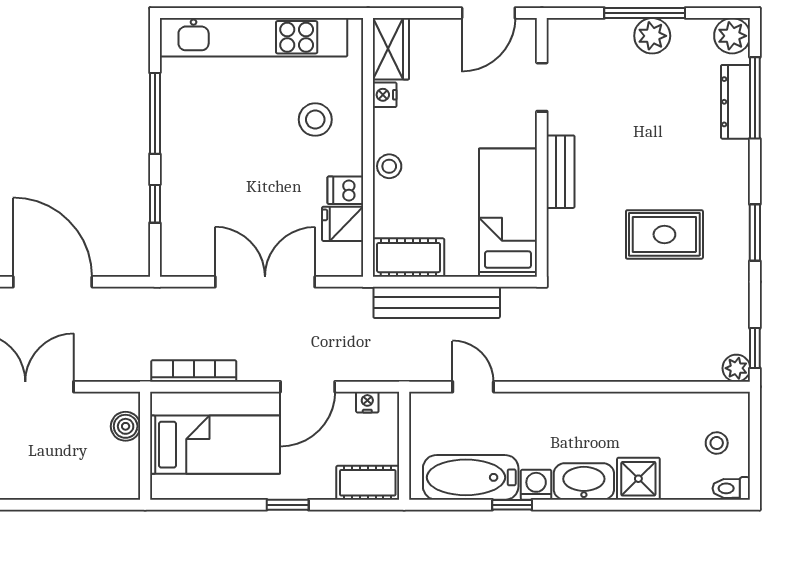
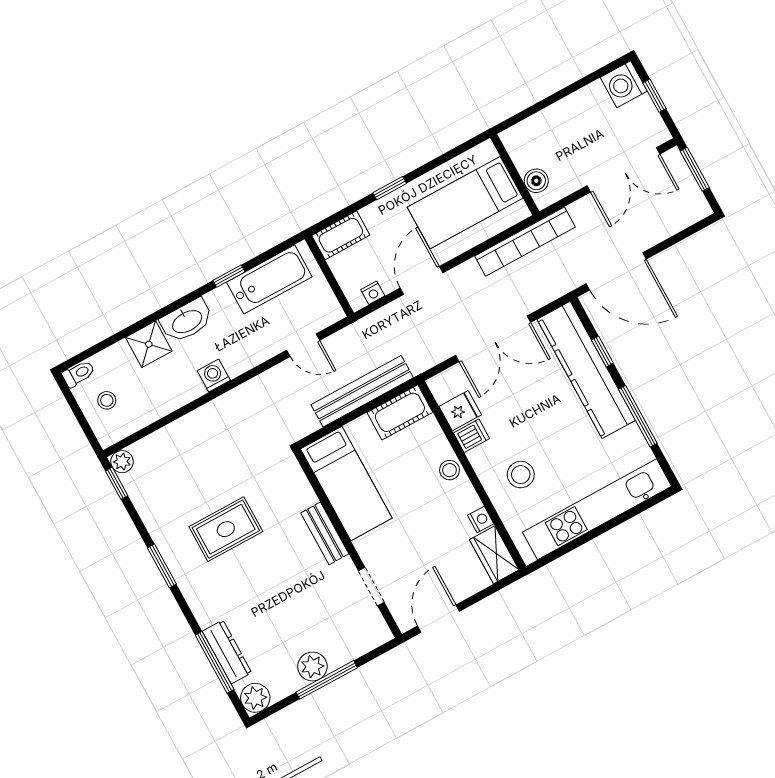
kitchen counter: (183, 194) -> (586, 370), added
door: (53, 282) -> (616, 271), moved
bookcase: (194, 371) -> (525, 242), width x1.48, depth x1.31
washing machine: (536, 485) -> (214, 376), moved, turned 180

